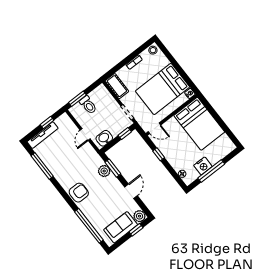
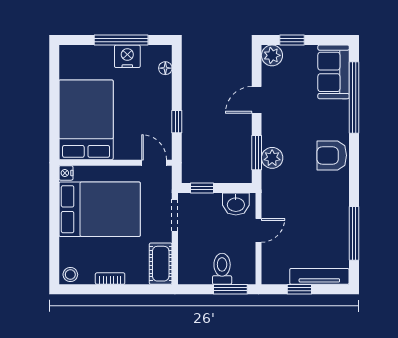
sofa: (121, 227) -> (334, 72), moved, turned 90

